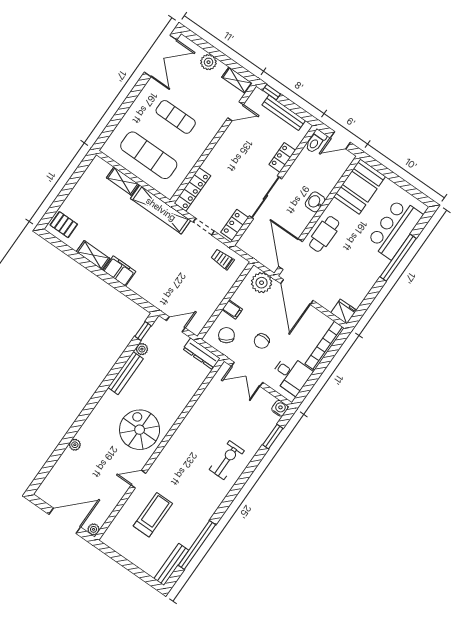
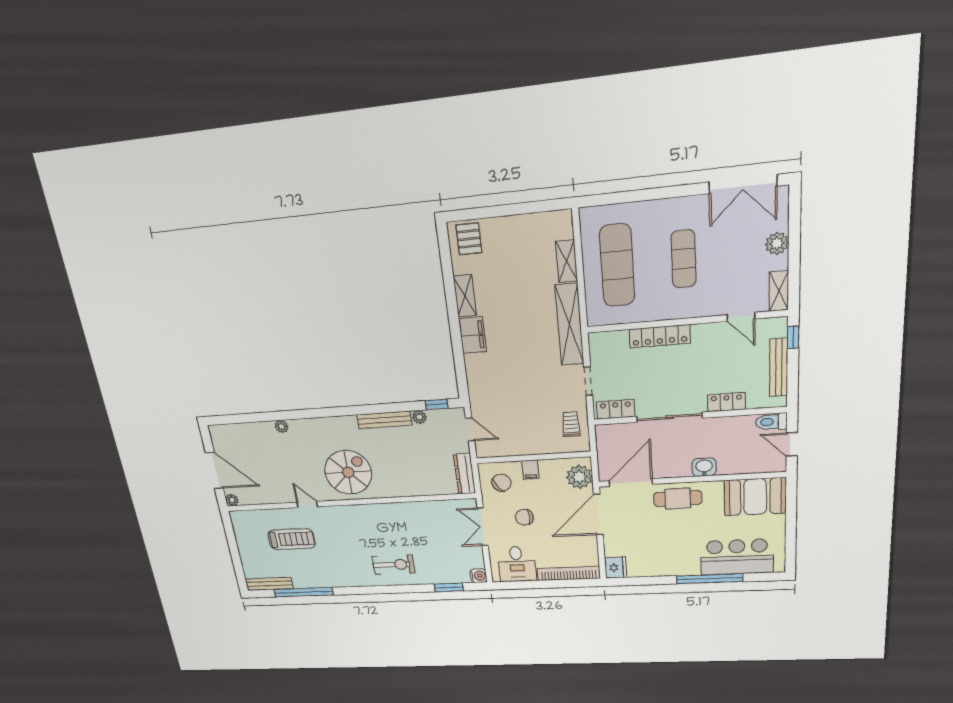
locker: (192, 189) -> (660, 336), moved

